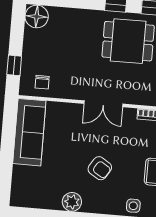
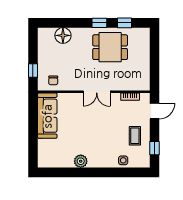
floor lamp: (37, 16) -> (63, 35), moved
armchair: (100, 168) -> (98, 136), removed

